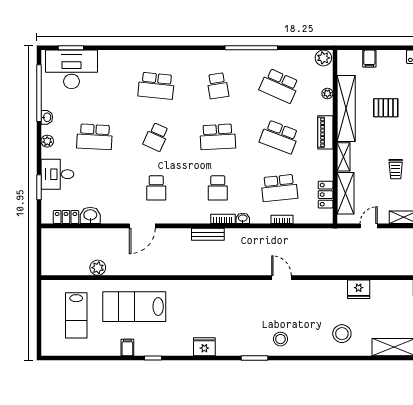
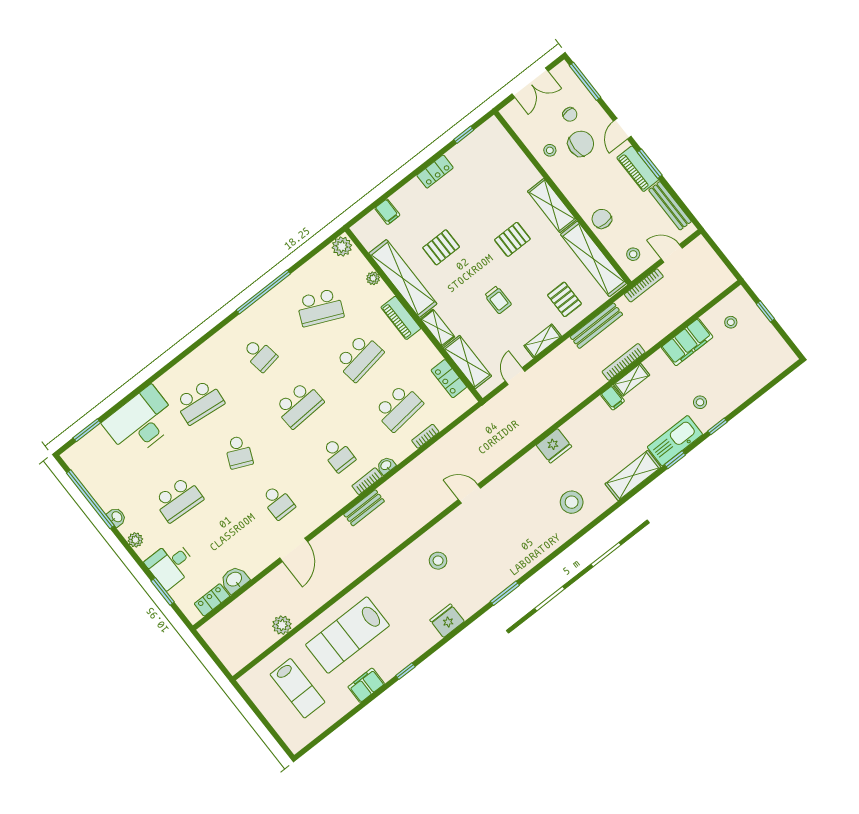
desk: (72, 69) -> (141, 422), moved
school desk: (279, 137) -> (359, 358), turned -30
stool: (280, 339) -> (438, 561), moved
filing cabinet: (127, 348) -> (366, 685), width x2.00

